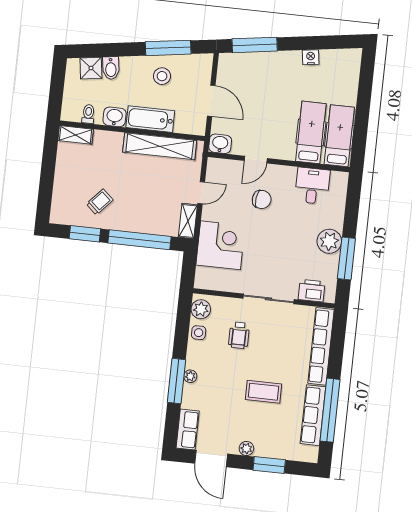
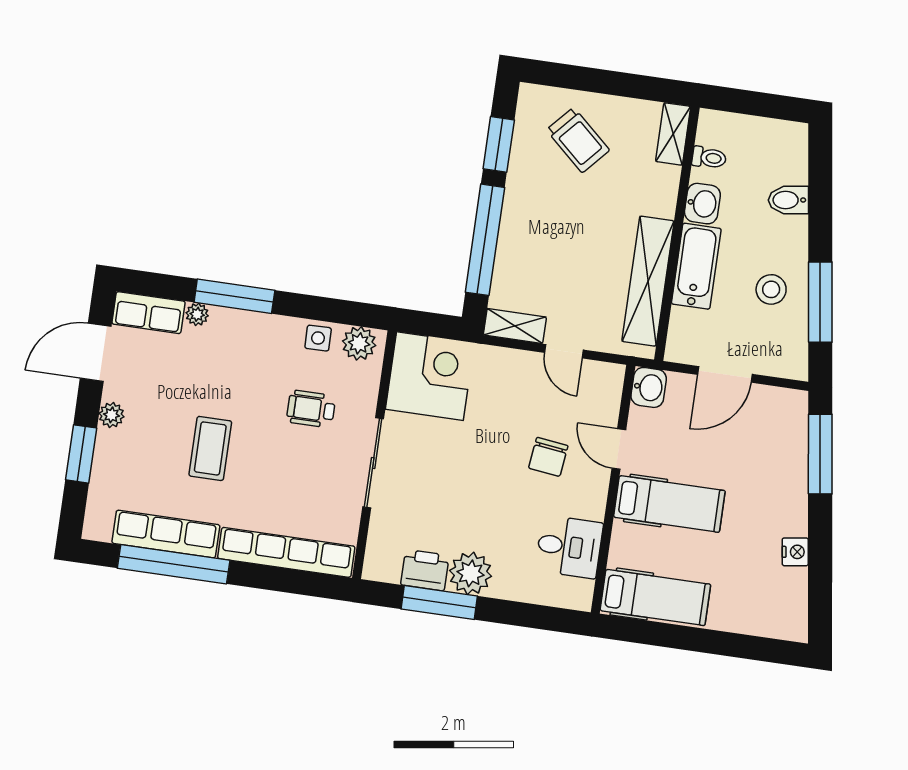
shower: (91, 68) -> (790, 165), removed
hospital bed: (311, 132) -> (669, 504), moved
trolley: (100, 202) -> (578, 140), moved, width x1.36, depth x1.39
corner desk: (221, 245) -> (430, 376), moved, turned -90
printer: (312, 291) -> (425, 570), moved, turned -90
plant: (190, 376) -> (197, 314), moved

